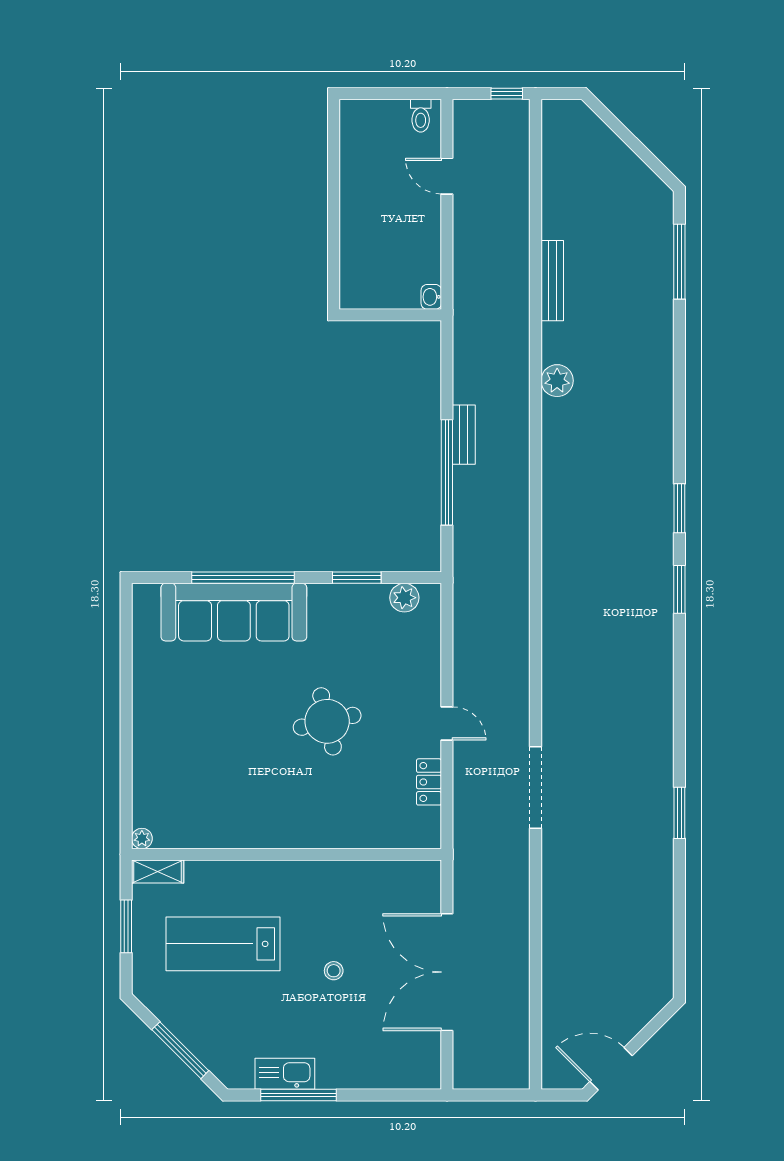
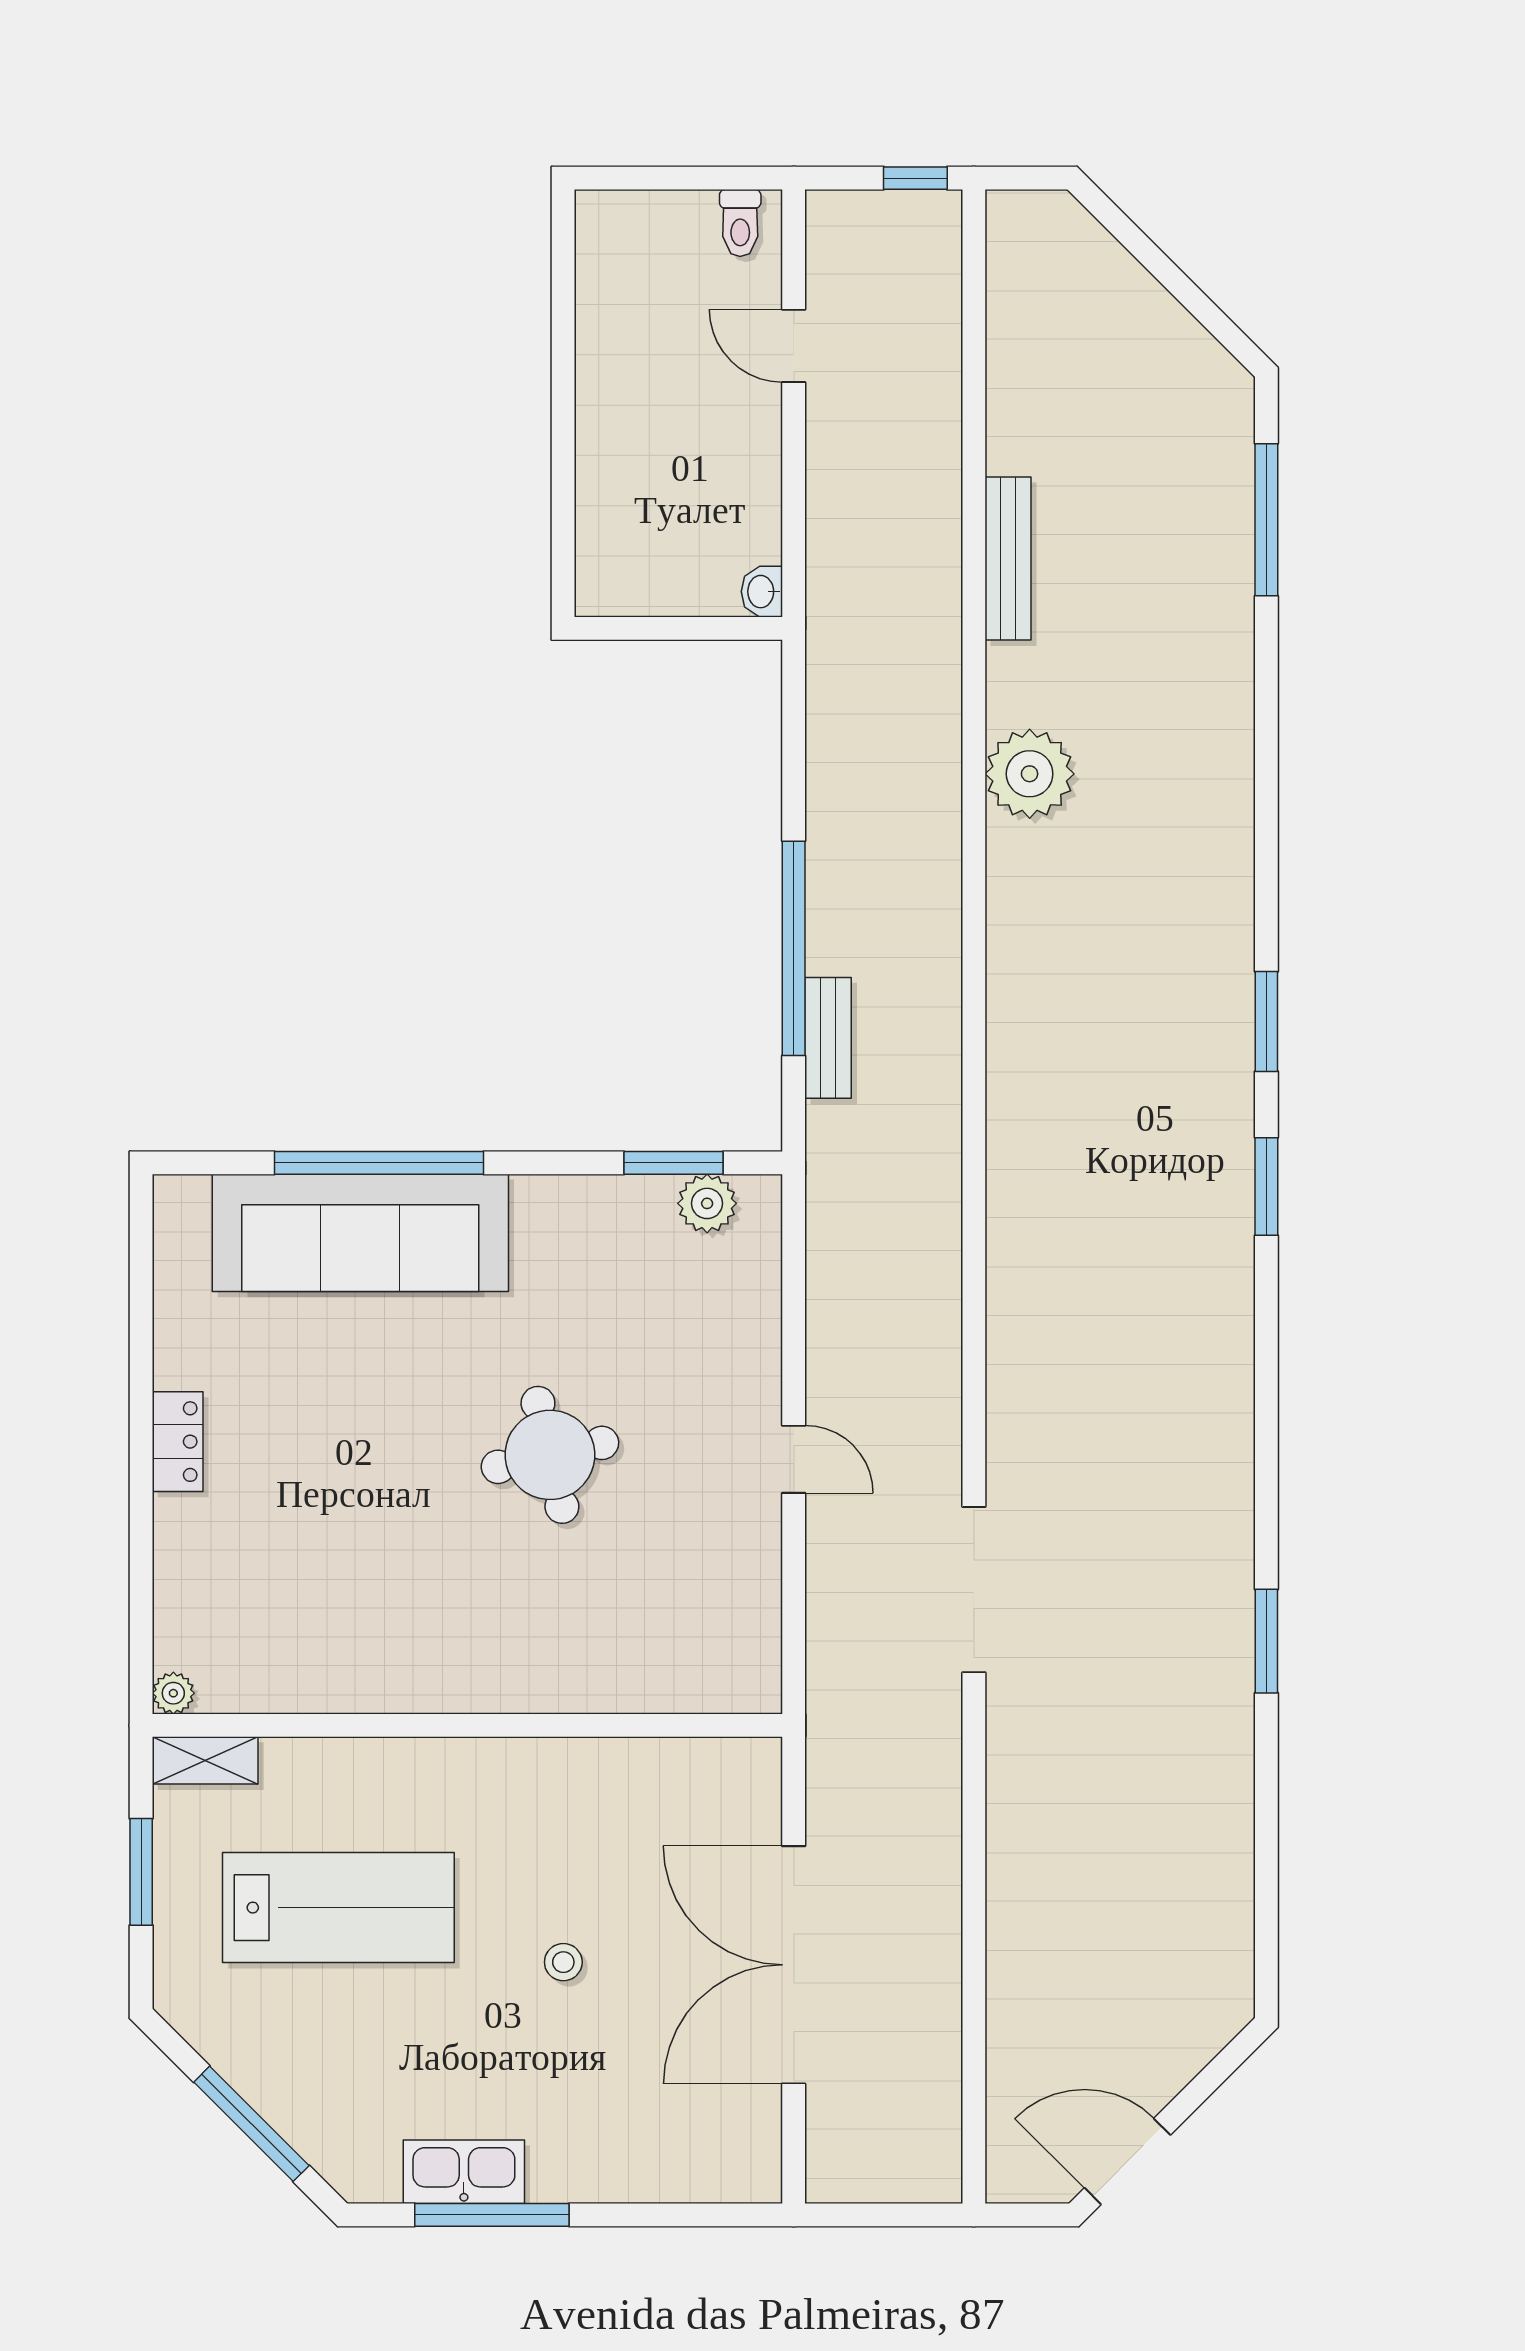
plant: (557, 381) -> (1030, 774), width x1.36, depth x1.36
bench: (464, 435) -> (828, 1038), moved
window: (357, 578) -> (673, 1163), moved
locker: (429, 782) -> (178, 1442), moved, turned 180
lab bench: (223, 944) -> (338, 1908), turned 180

